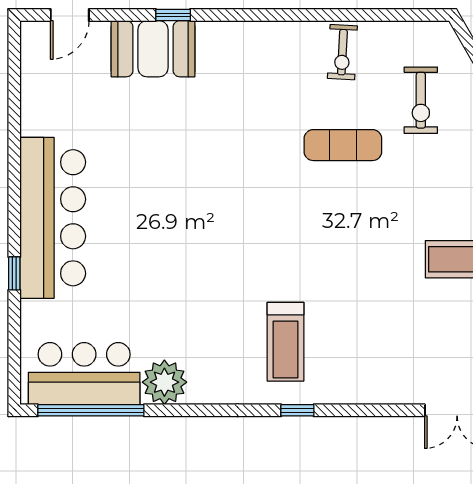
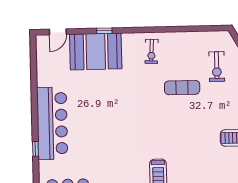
booth: (153, 49) -> (96, 51), width x1.36, depth x1.42
exercise bike: (342, 52) -> (152, 51), moved

